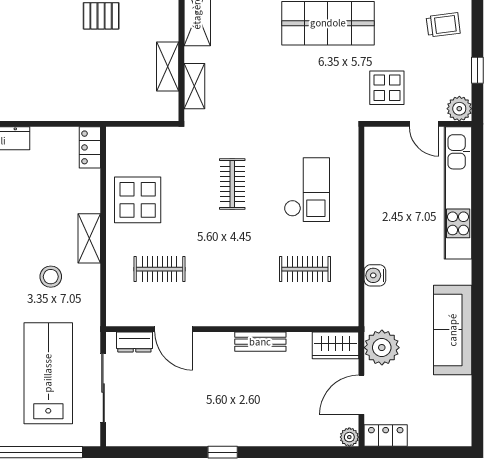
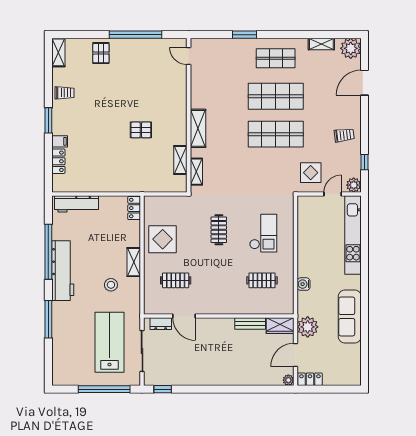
door: (424, 124) -> (333, 194), swing flipped
bench: (260, 342) -> (250, 323), moved
window: (223, 452) -> (163, 389), moved

